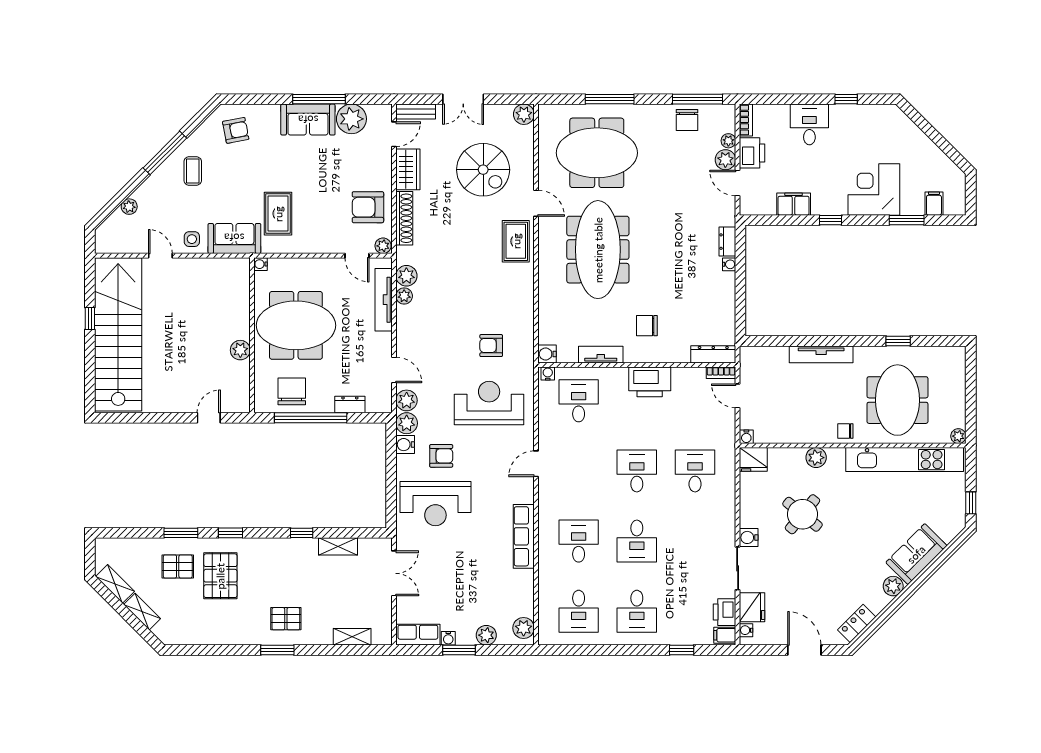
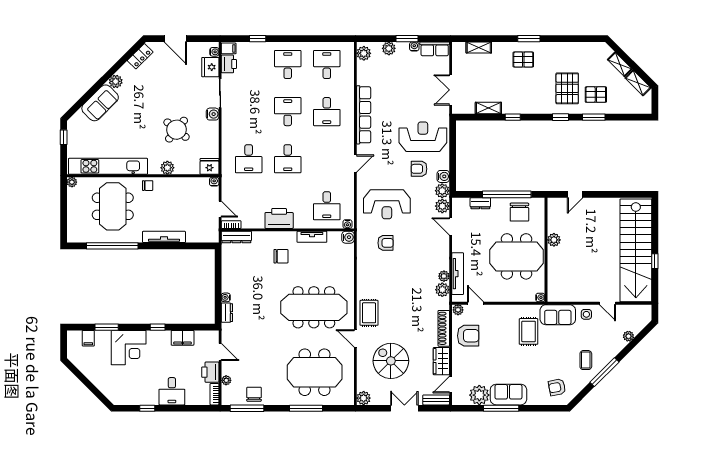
plant: (725, 160) -> (228, 368), removed
meeting table: (598, 250) -> (314, 307), turned 90
window: (898, 341) -> (112, 246), width x3.17
row of seats: (524, 536) -> (364, 115), width x1.36

